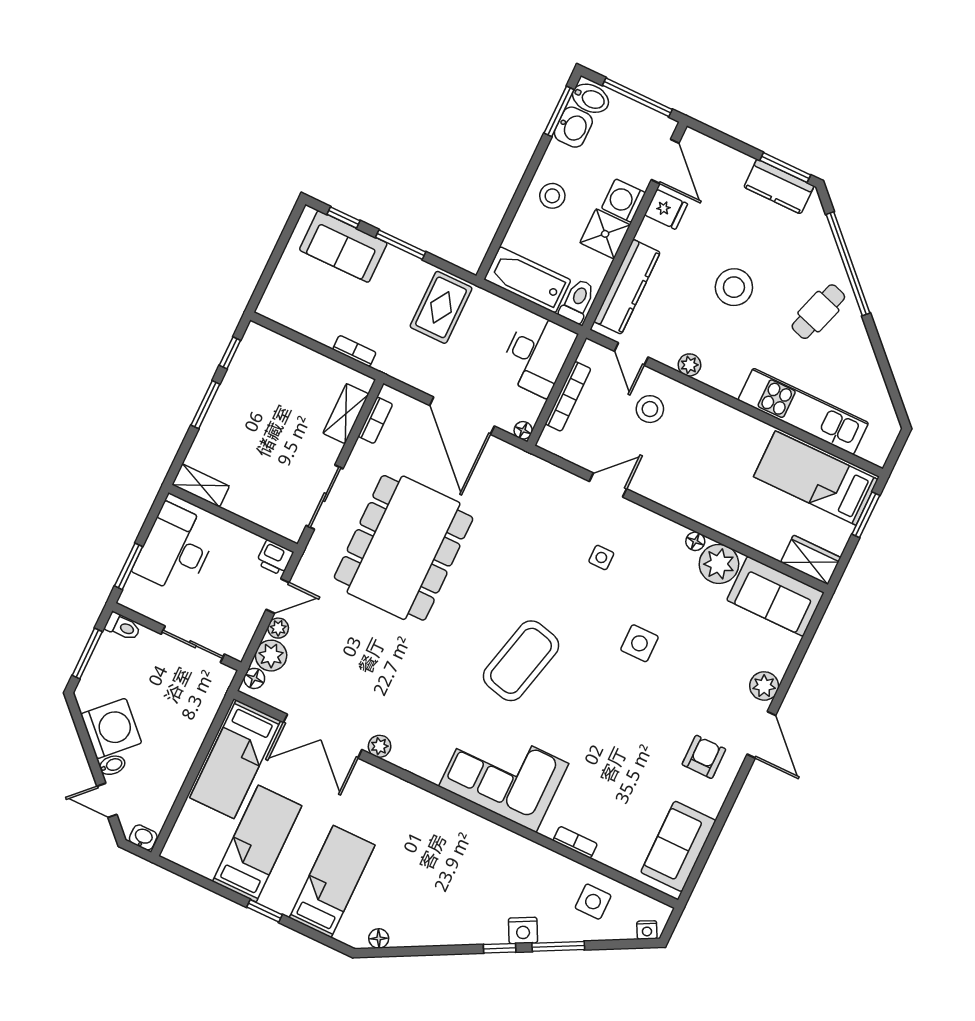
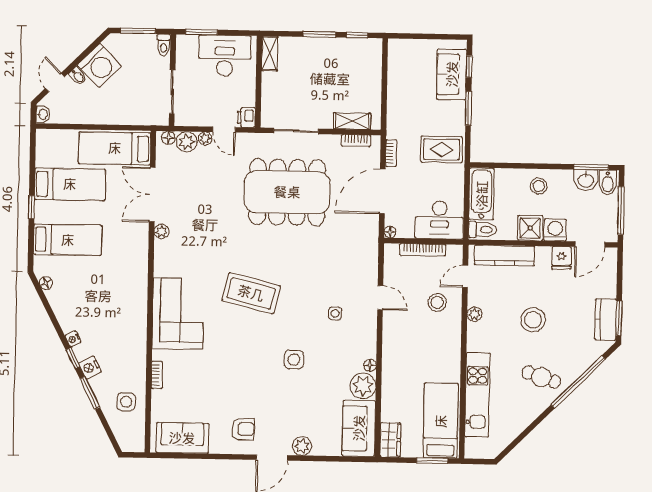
bookcase: (354, 351) -> (391, 153), moved
nightstand: (647, 930) -> (73, 339), moved

